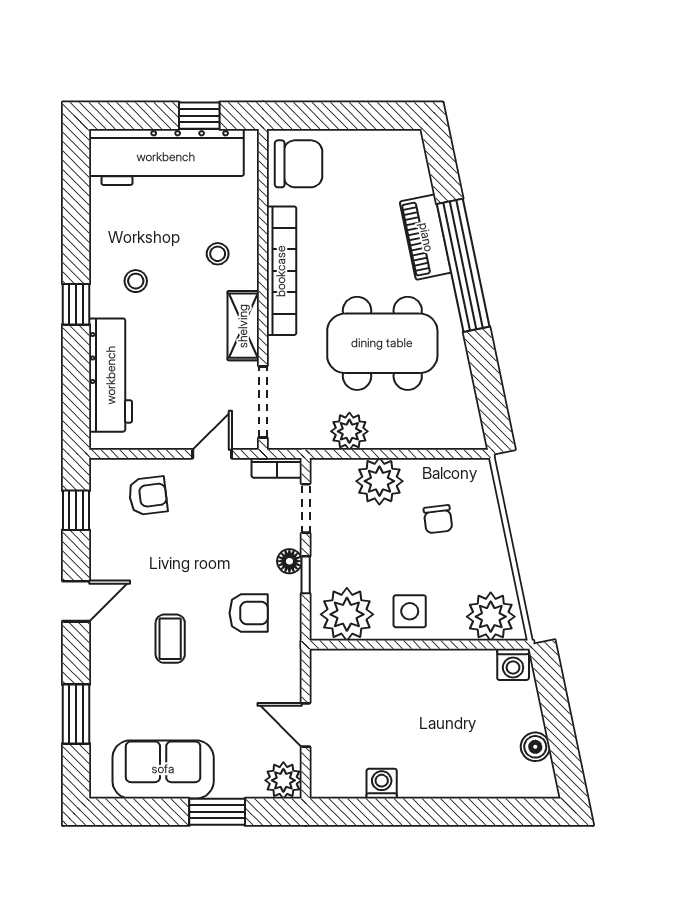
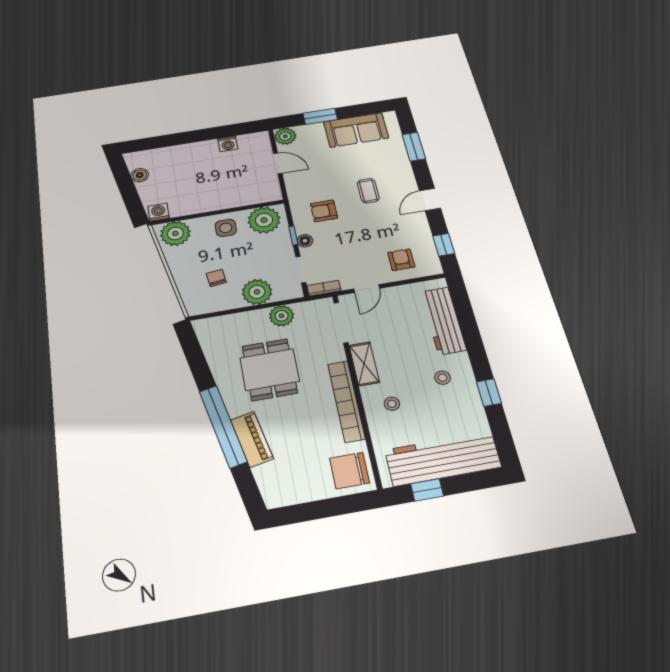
window: (76, 304) -> (489, 393), moved
dining table: (382, 343) -> (270, 370), width x0.73
armchair: (148, 496) -> (401, 260), turned 97

